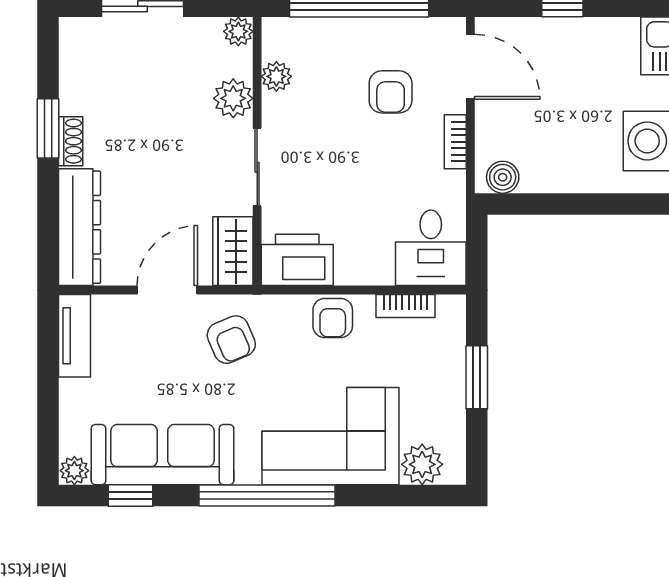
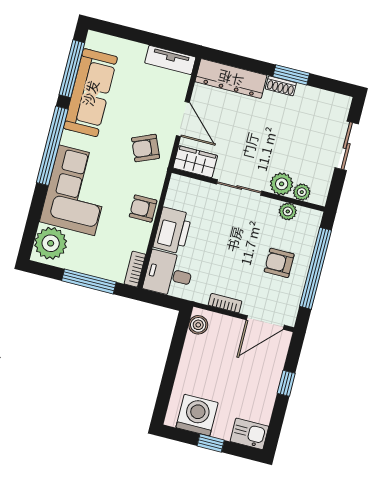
plant: (238, 31) -> (302, 192), moved
armchair: (391, 92) -> (279, 263), moved
printer: (297, 260) -> (172, 231), moved
bookcase: (406, 306) -> (135, 269), moved
window: (477, 377) -> (89, 281), width x1.44
plant: (422, 464) -> (51, 243), width x1.36, depth x1.36
plant: (74, 471) -> (94, 40), removed
window: (131, 496) -> (72, 69), width x2.17

